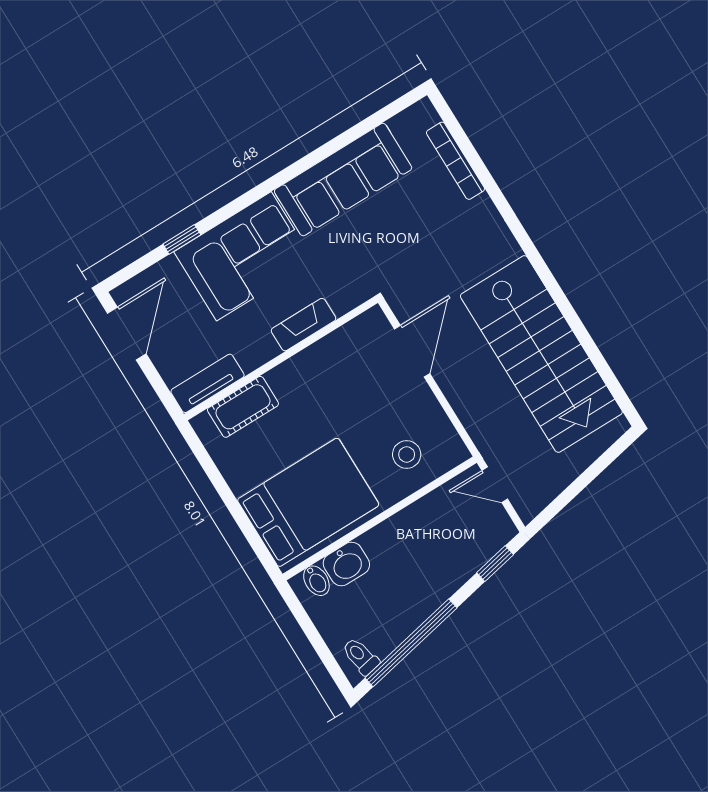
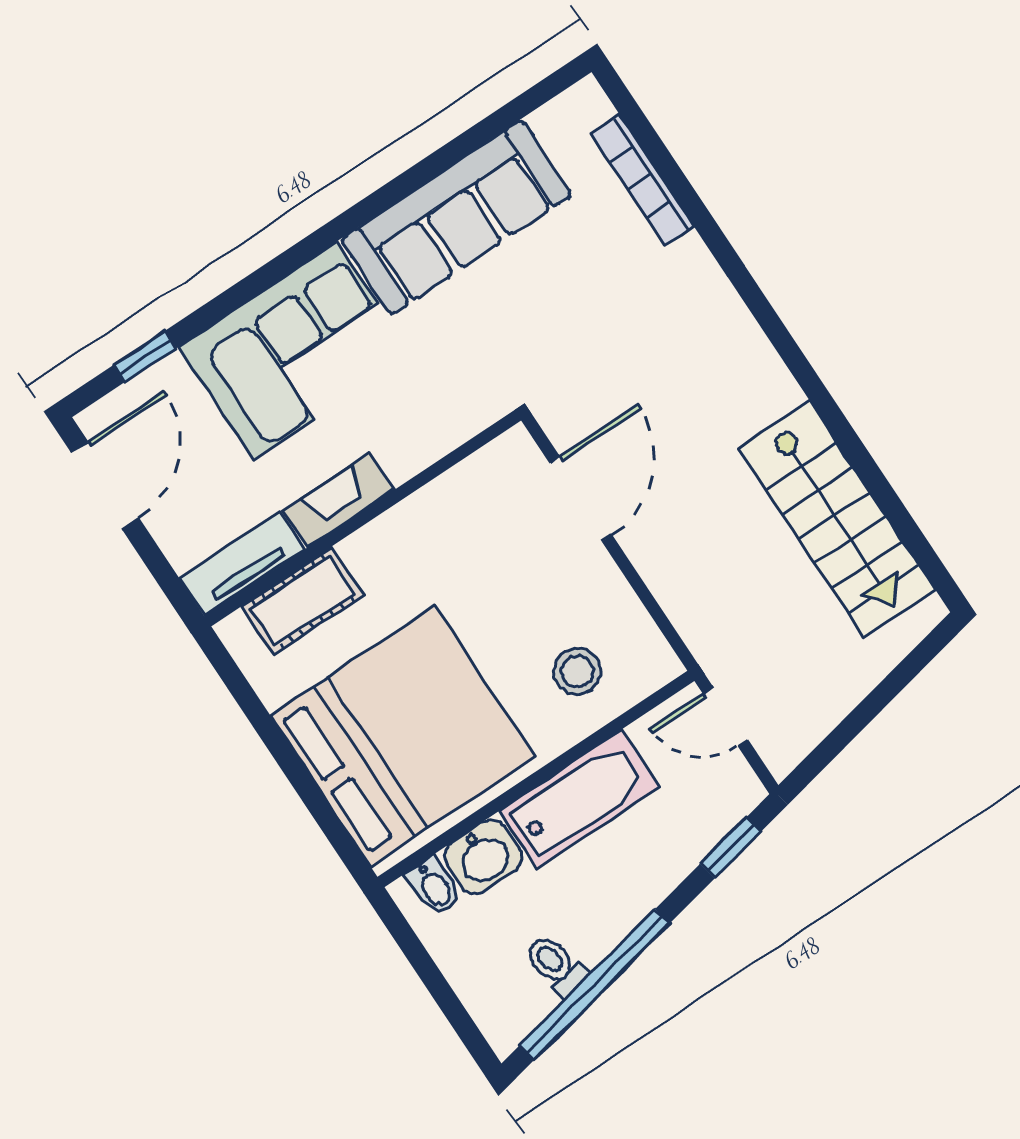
window: (182, 239) -> (145, 357), moved
fireplace: (304, 325) -> (339, 500), moved
stairs: (541, 354) -> (837, 519), width x0.73, depth x0.66
bed: (308, 502) -> (403, 736), width x1.36
bathtub: (405, 531) -> (579, 799), added
toilet: (361, 656) -> (556, 965), moved

